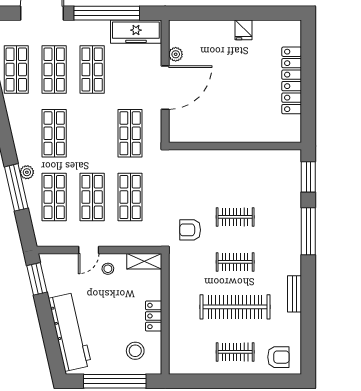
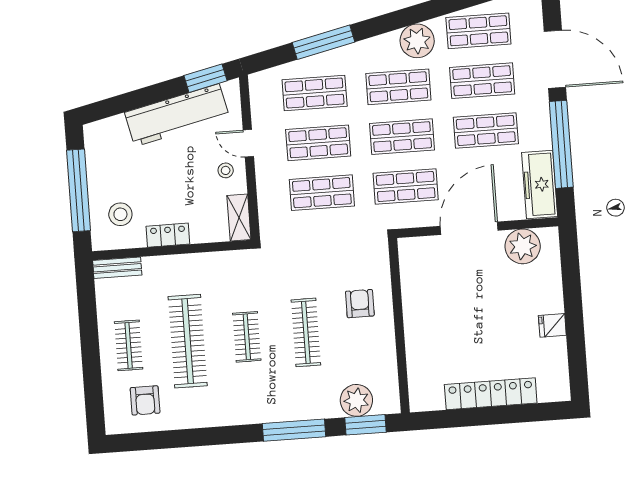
plant: (176, 54) -> (523, 246), width x1.88, depth x1.88
door: (165, 88) -> (469, 228), swing flipped
shop shelf: (92, 133) -> (402, 137), added
plant: (27, 172) -> (417, 41), moved, width x1.88, depth x1.88
plant: (289, 182) -> (356, 400), added
clothes rail: (235, 217) -> (306, 332), width x1.36
armchair: (190, 230) -> (360, 304), moved
bench: (295, 294) -> (117, 268), moved
workbench: (70, 332) -> (177, 115), moved
armchair: (278, 357) -> (145, 400), moved

